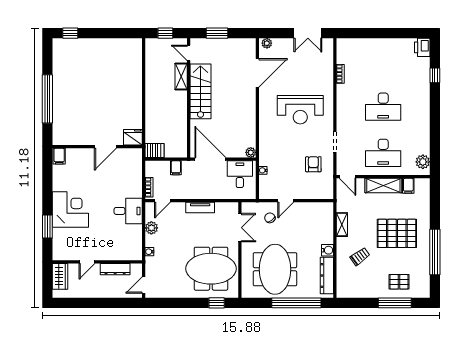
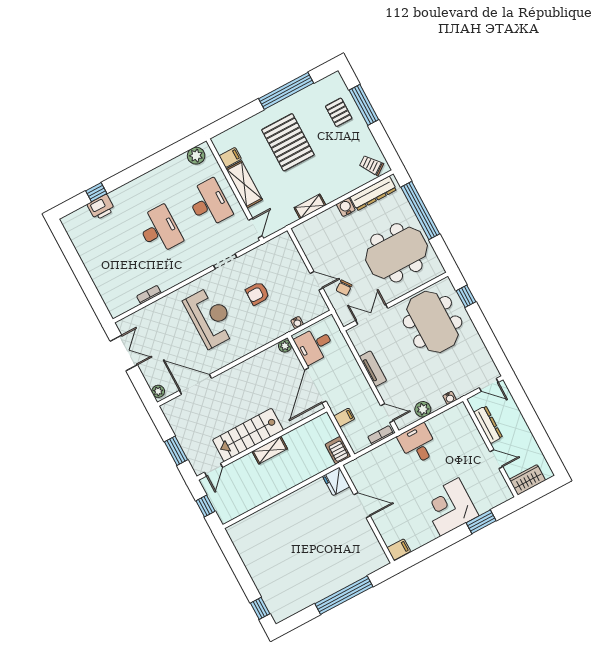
printer: (422, 47) -> (101, 207), moved
shelving: (181, 76) -> (270, 450), moved
armchair: (313, 164) -> (258, 293), moved
trolley: (360, 256) -> (371, 165), moved

